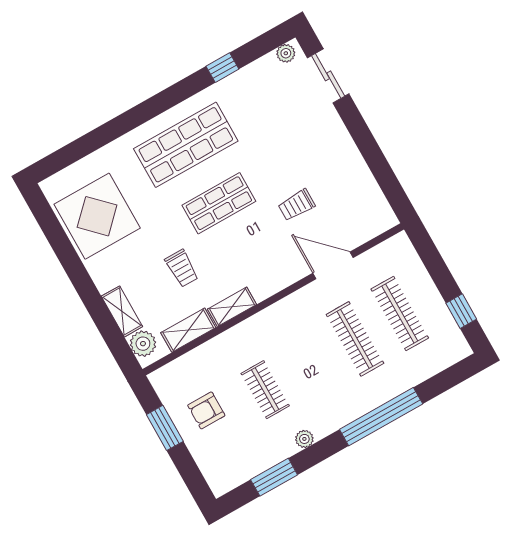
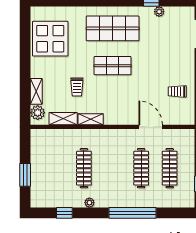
plant: (286, 53) -> (159, 12), moved
trolley: (297, 205) -> (177, 91), moved
clothes rail: (265, 390) -> (84, 168), width x1.36
armchair: (206, 410) -> (50, 162), removed
window: (165, 428) -> (25, 175), moved
window: (274, 477) -> (64, 213), width x0.67

